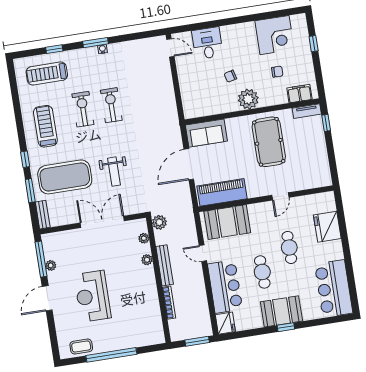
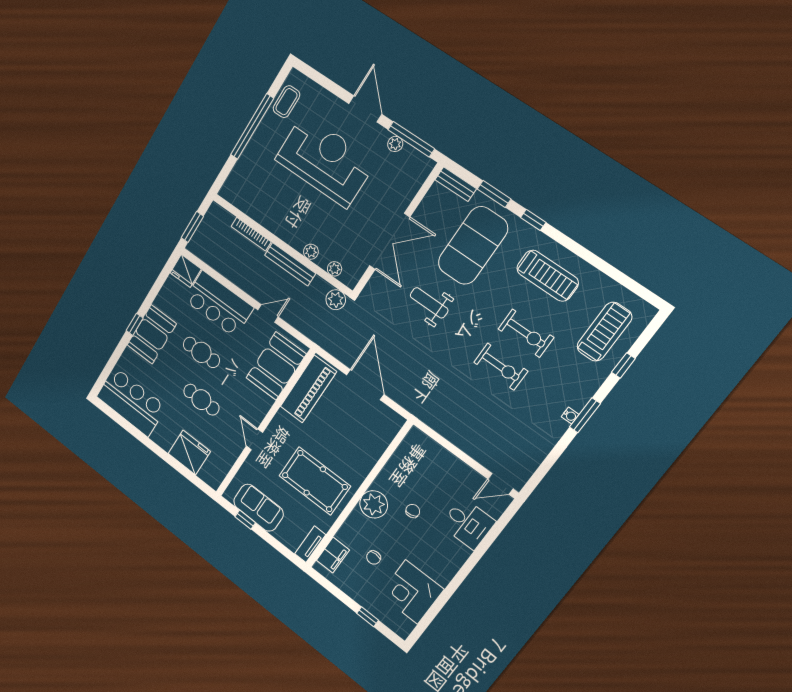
window: (326, 123) -> (245, 520), moved
sofa: (206, 133) -> (258, 508), moved, turned 90
reception desk: (93, 296) -> (325, 161), width x1.36, depth x1.30

